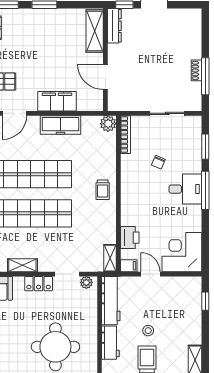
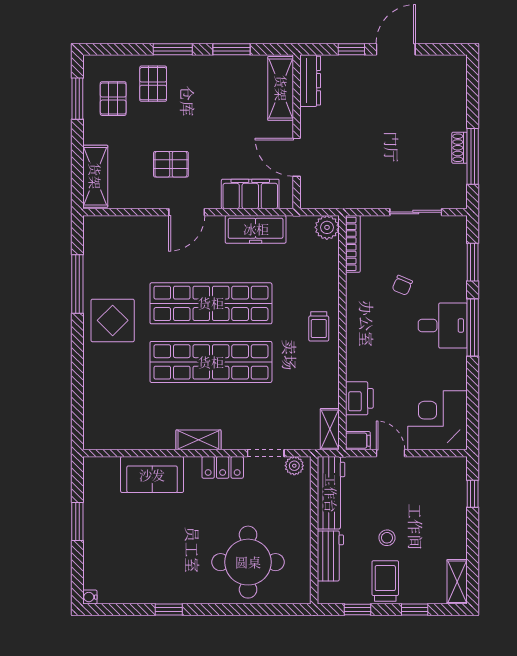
dresser: (114, 26) -> (310, 81), moved
shelving: (95, 31) -> (281, 88), moved
wall: (105, 60) -> (297, 132), moved
door: (105, 77) -> (297, 157), moved

